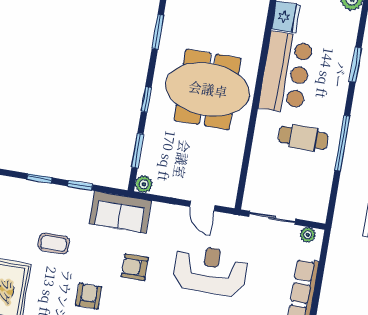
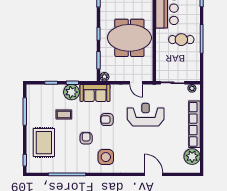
meeting table: (208, 89) -> (129, 38), moved
plant: (75, 203) -> (71, 92), added

